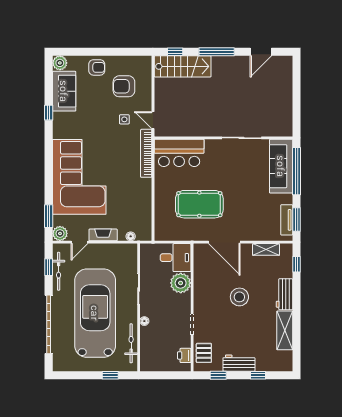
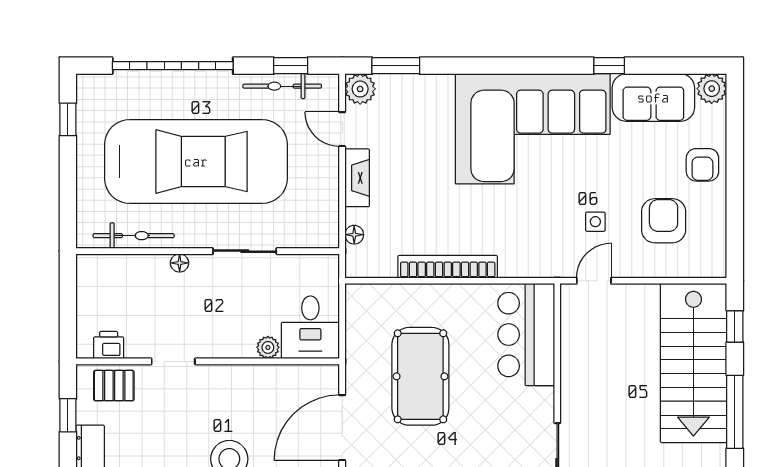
stairs: (183, 66) -> (693, 363), width x1.36, depth x1.51
bookcase: (146, 153) -> (448, 267), moved
corner sofa: (79, 177) -> (533, 129), moved
plant: (181, 283) -> (268, 347), width x0.53, depth x0.53
window: (110, 375) -> (68, 119), moved

